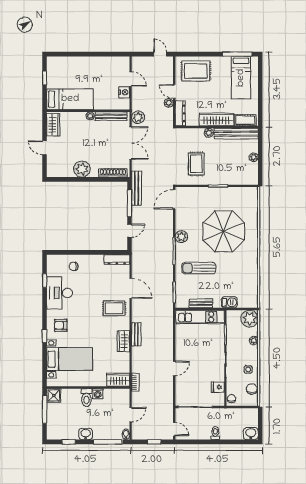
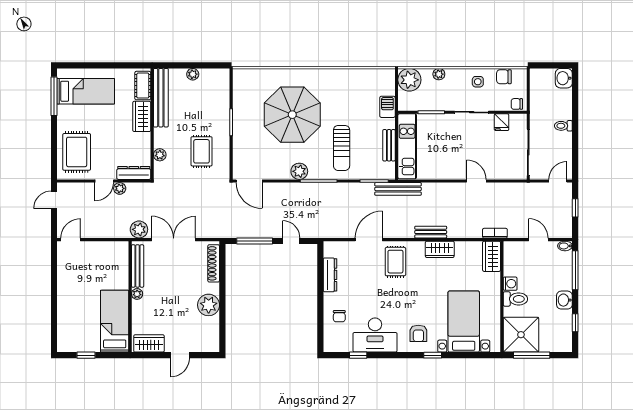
door: (131, 79) -> (71, 240), moved
nightstand: (124, 92) -> (105, 248), removed
wardrobe: (217, 119) -> (142, 116), width x0.67
plant: (209, 133) -> (160, 155), moved
rug: (196, 164) -> (202, 151), turned 90
bench: (137, 188) -> (398, 189), moved
dresser: (117, 260) -> (330, 275), moved
shower: (54, 396) -> (521, 335), width x1.86, depth x1.86

